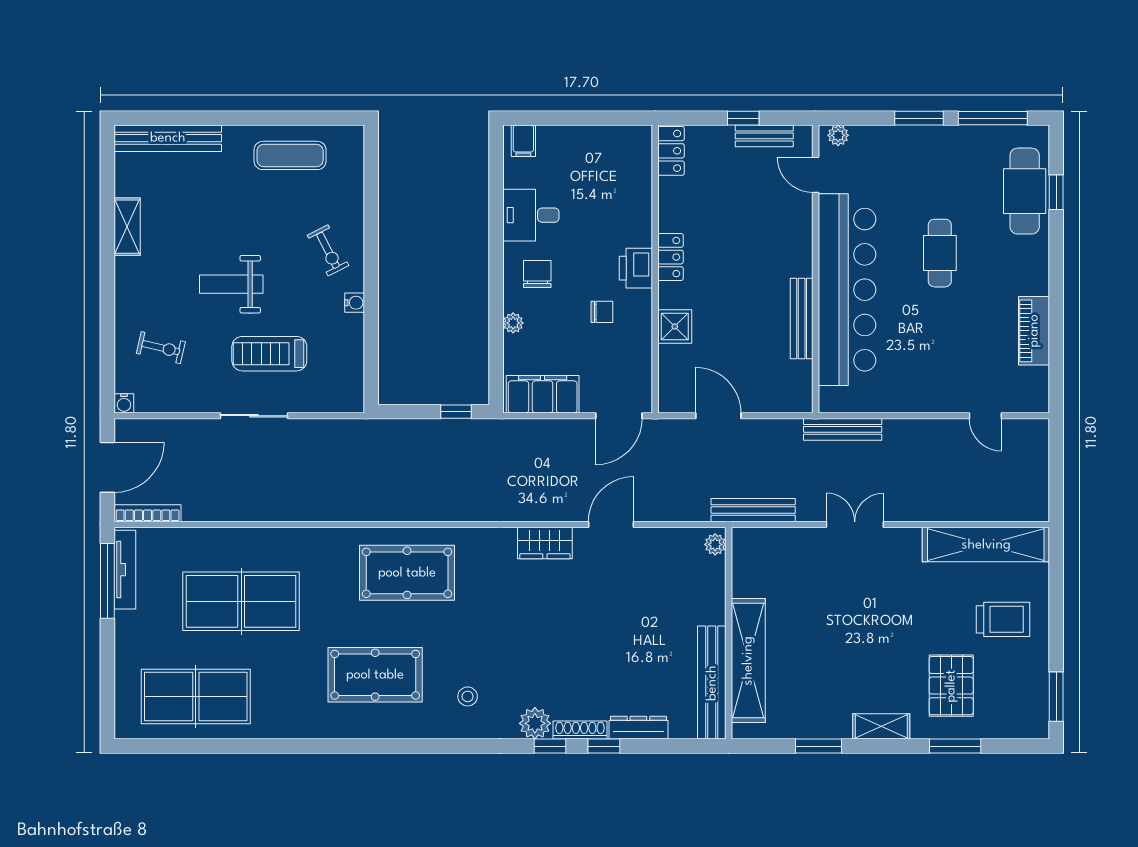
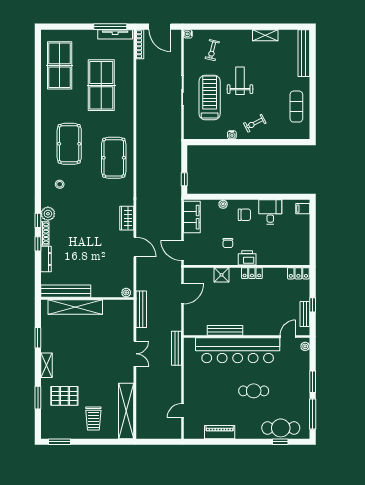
treadmill: (269, 354) -> (210, 98), width x1.37, depth x1.38

